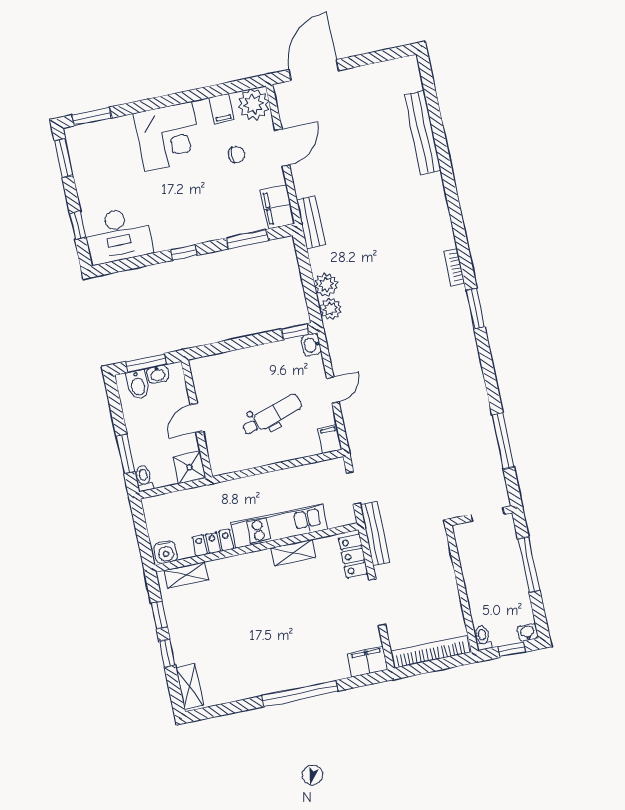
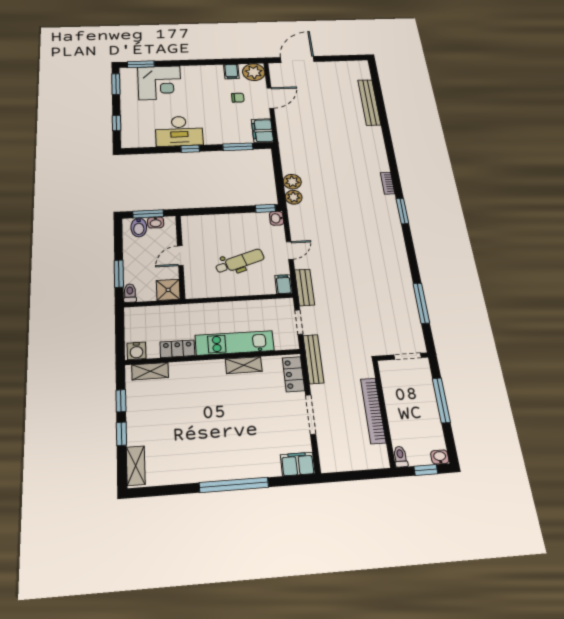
corner desk: (168, 136) -> (160, 83), moved
bench: (311, 222) -> (305, 287), moved
desk: (118, 235) -> (179, 131), moved
bookcase: (431, 652) -> (373, 411), moved, turned -90

